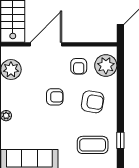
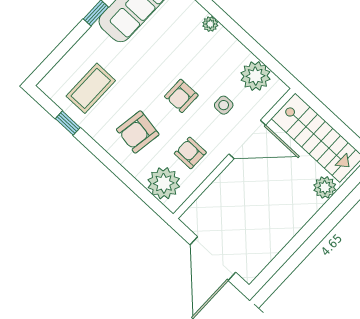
door: (46, 44) -> (247, 140), hinge flipped
side table: (40, 72) -> (224, 105), added

